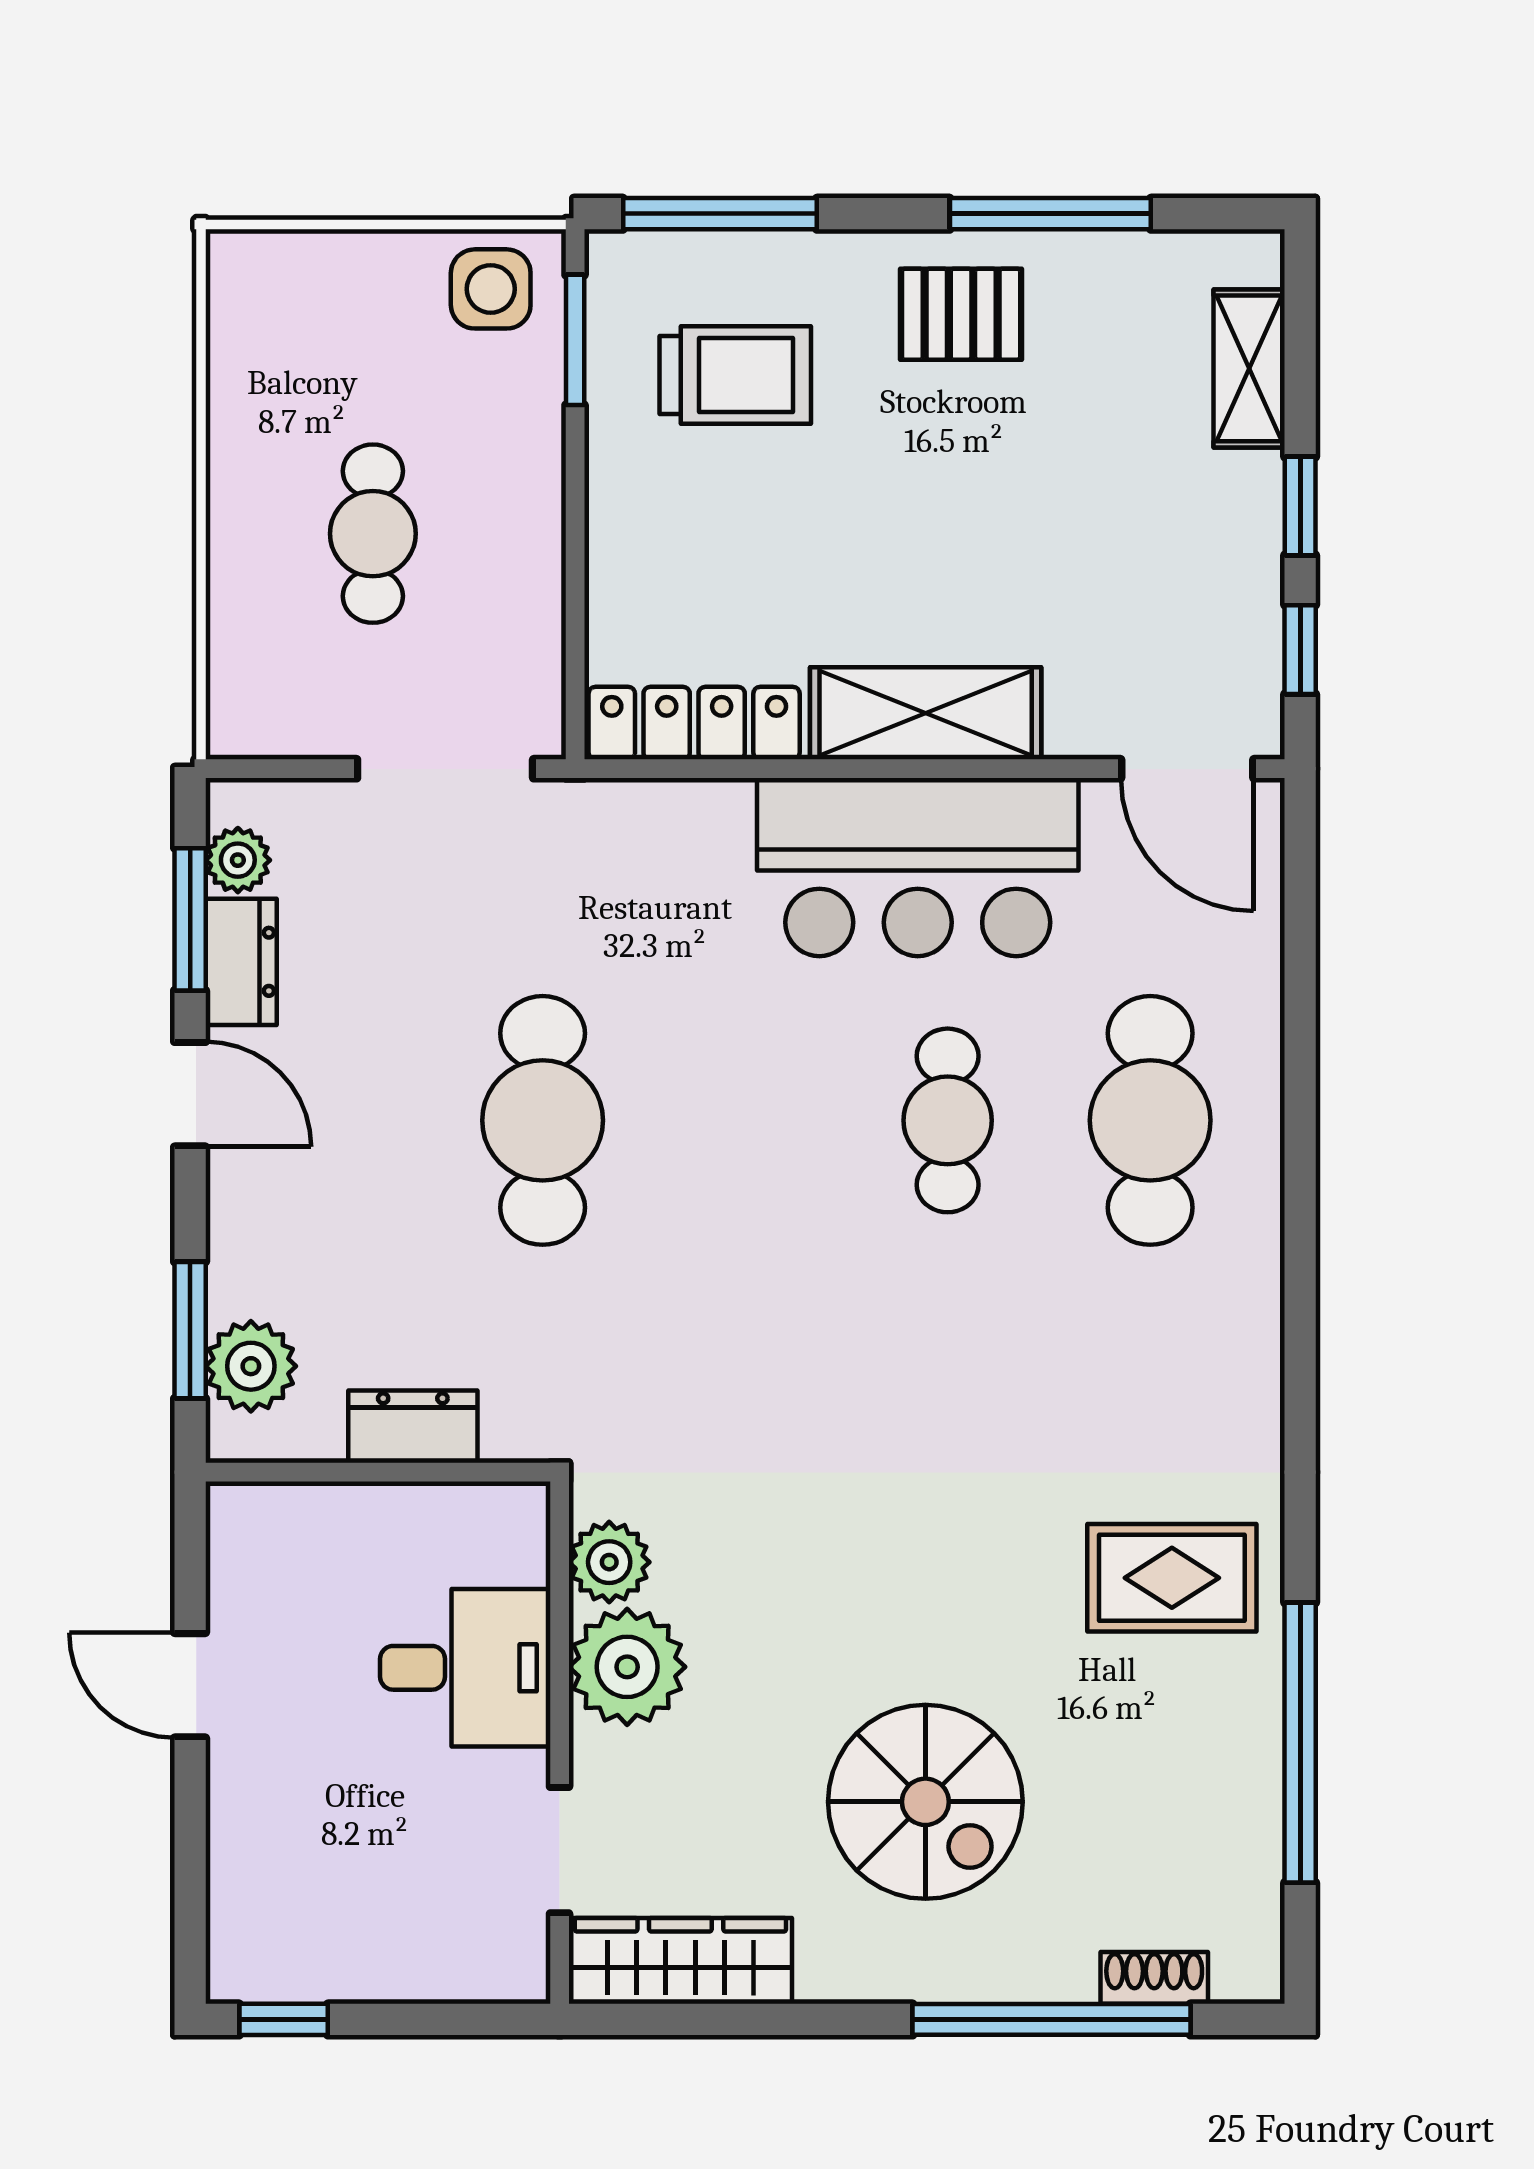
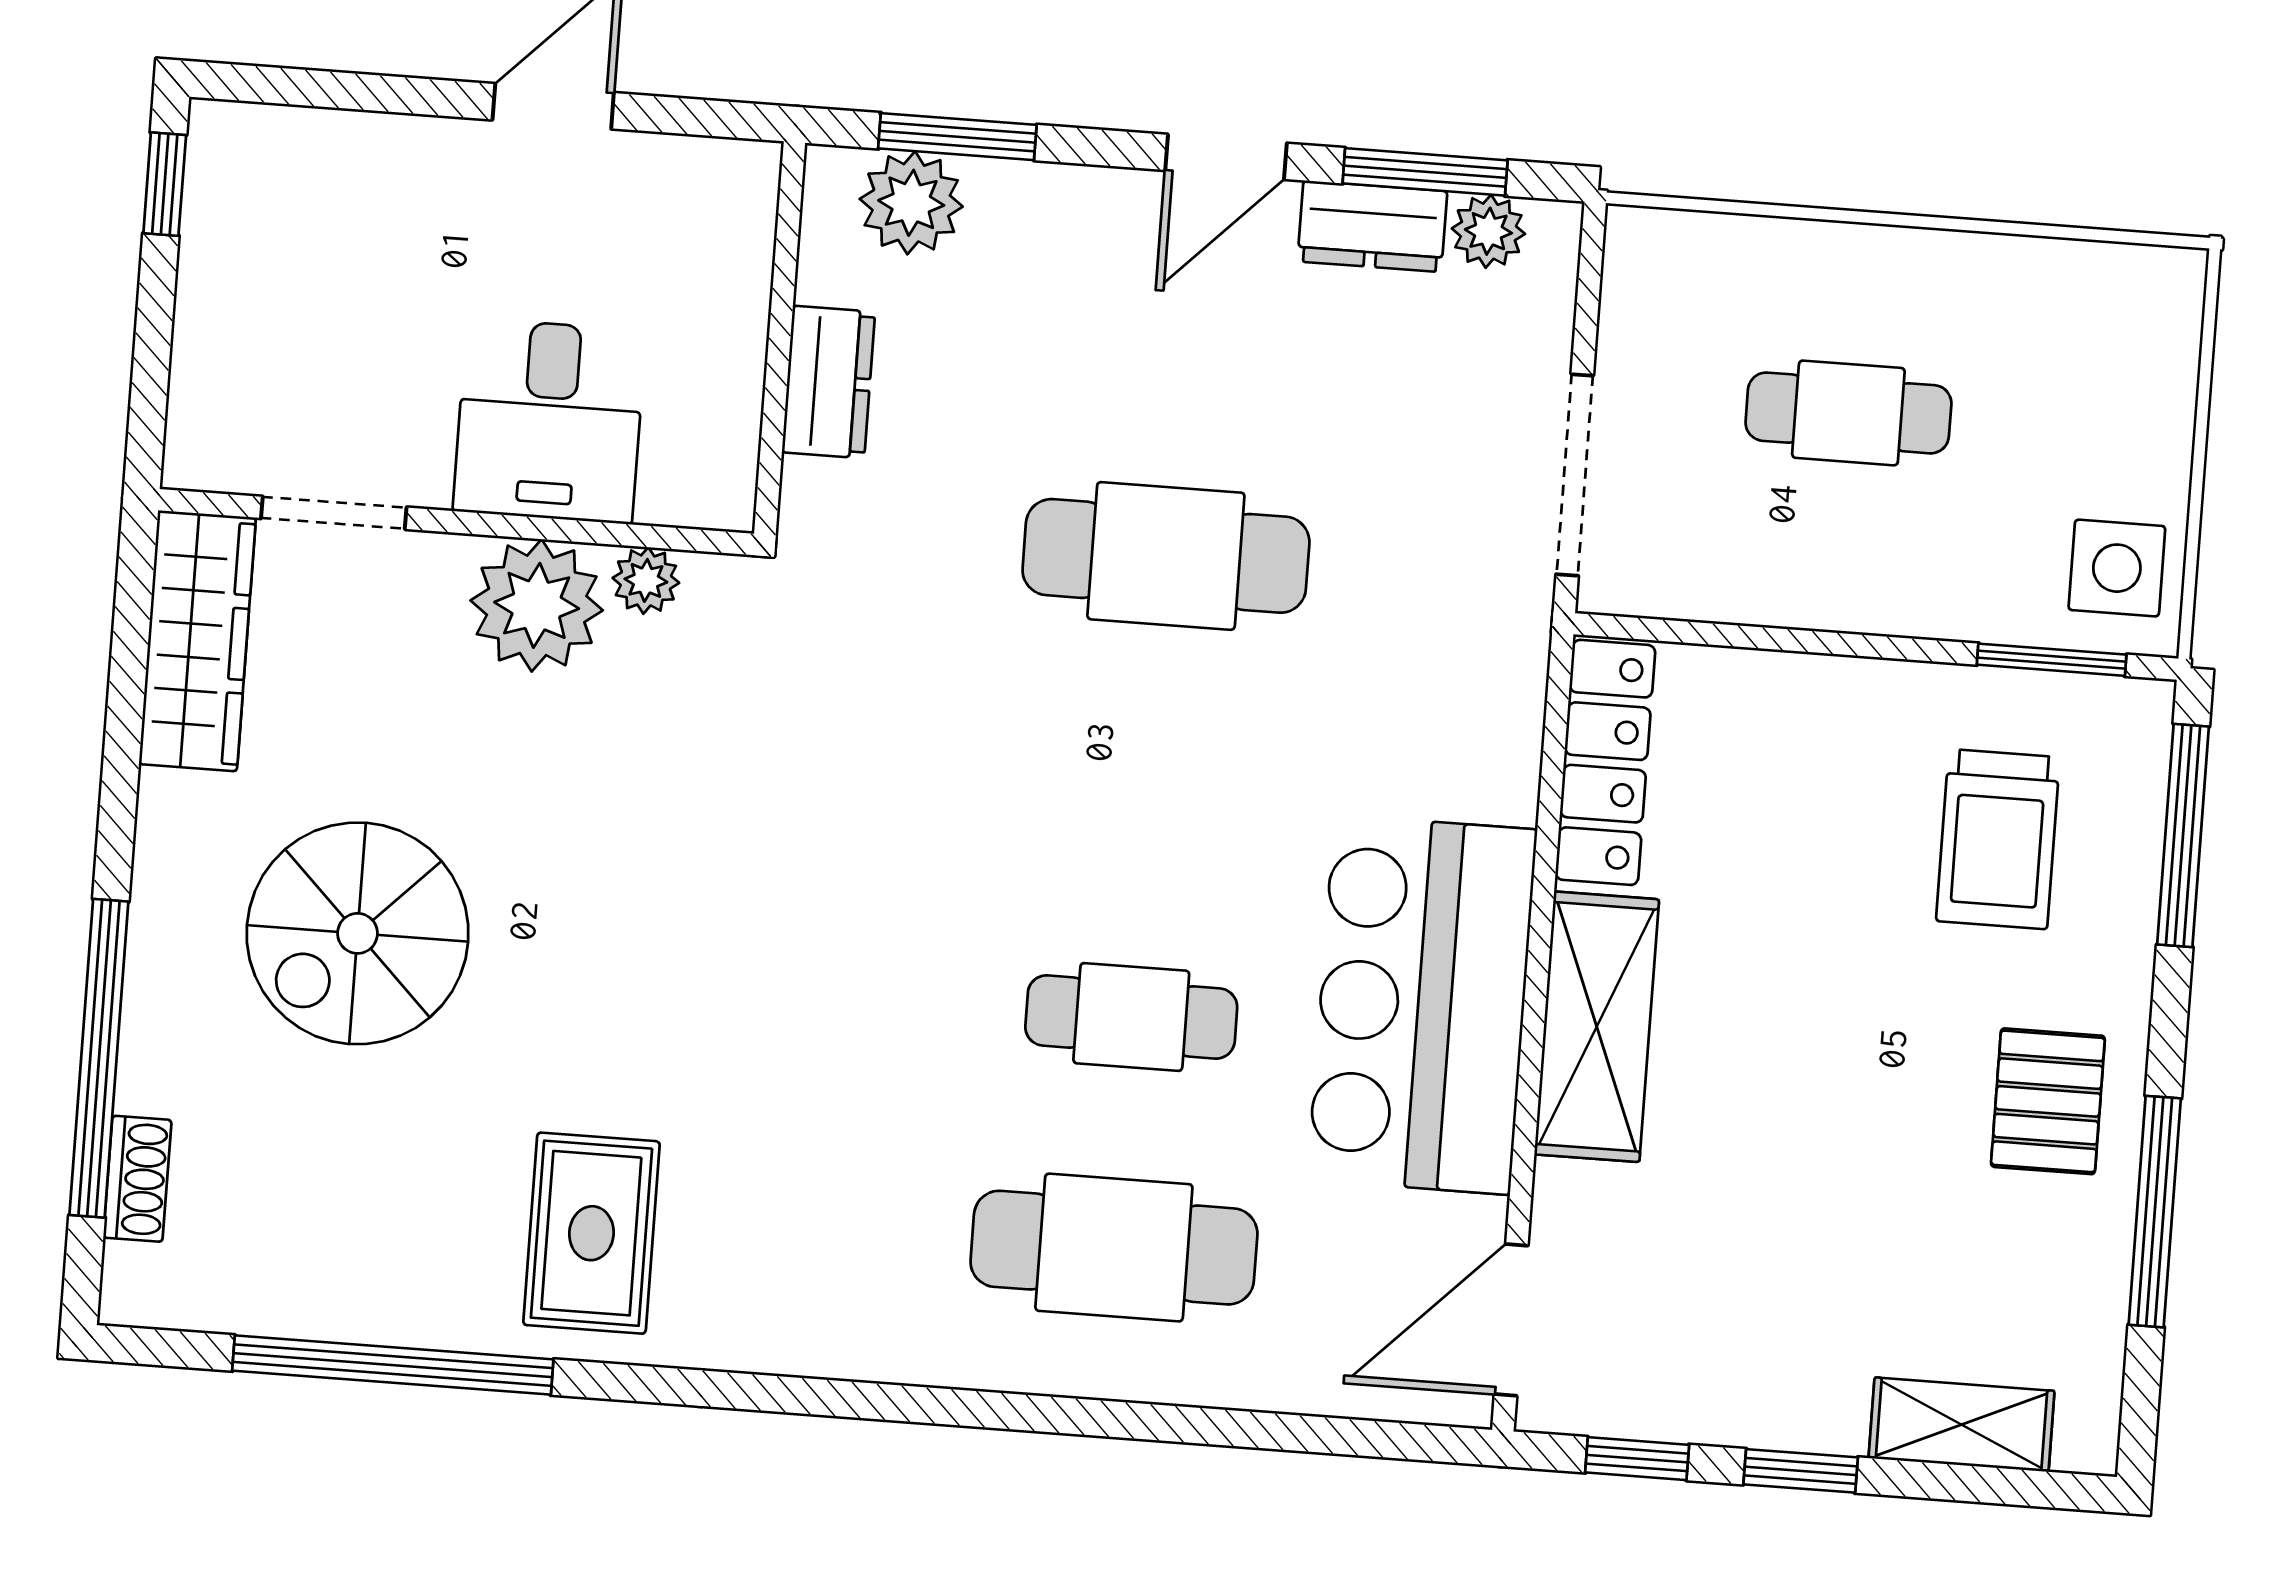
plant: (609, 1562) -> (646, 580), width x0.73, depth x0.73

